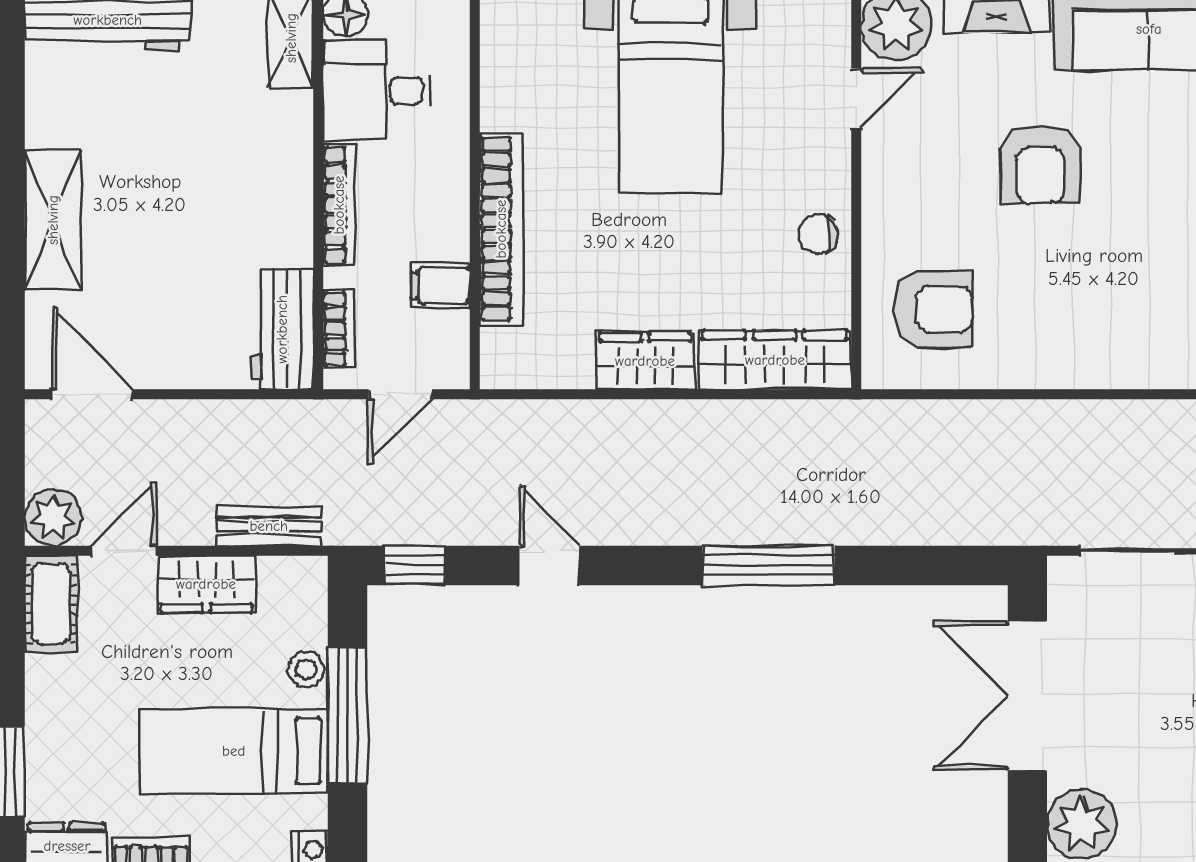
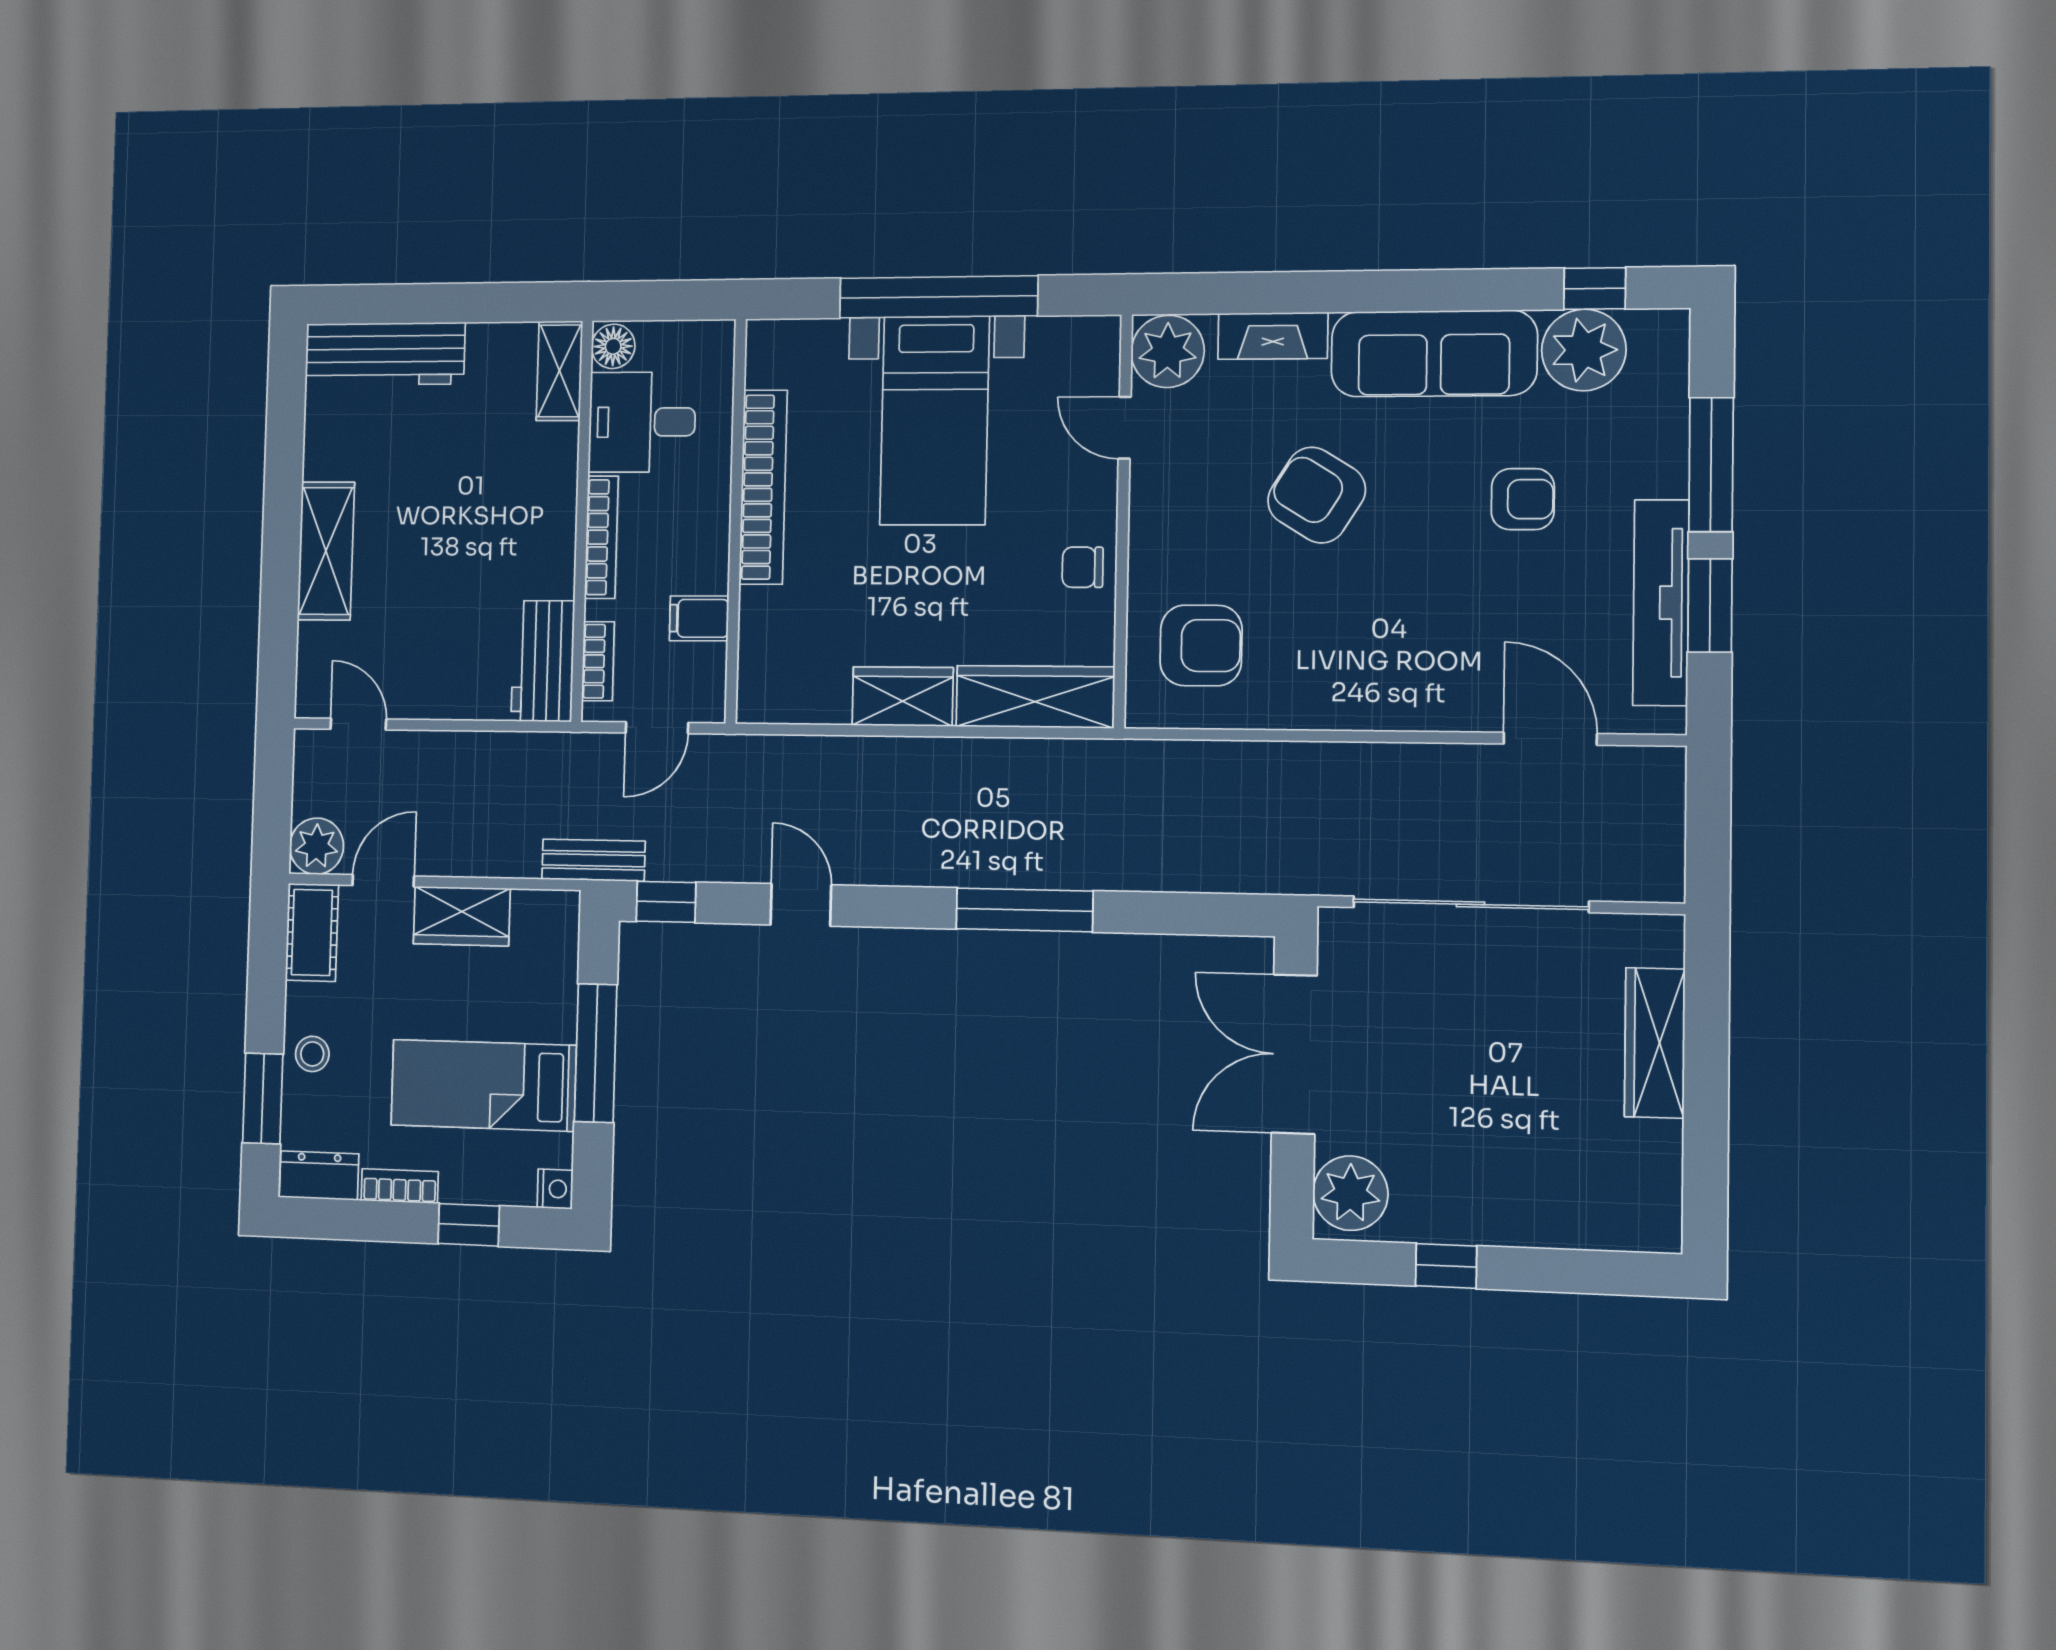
door: (856, 99) -> (1125, 428), swing flipped
armchair: (1040, 164) -> (1317, 495), turned 122
bookcase: (501, 229) -> (763, 487), moved
door: (93, 394) -> (358, 724), width x0.73
bench: (269, 526) -> (593, 860), moved
stool: (306, 669) -> (312, 1054), moved

